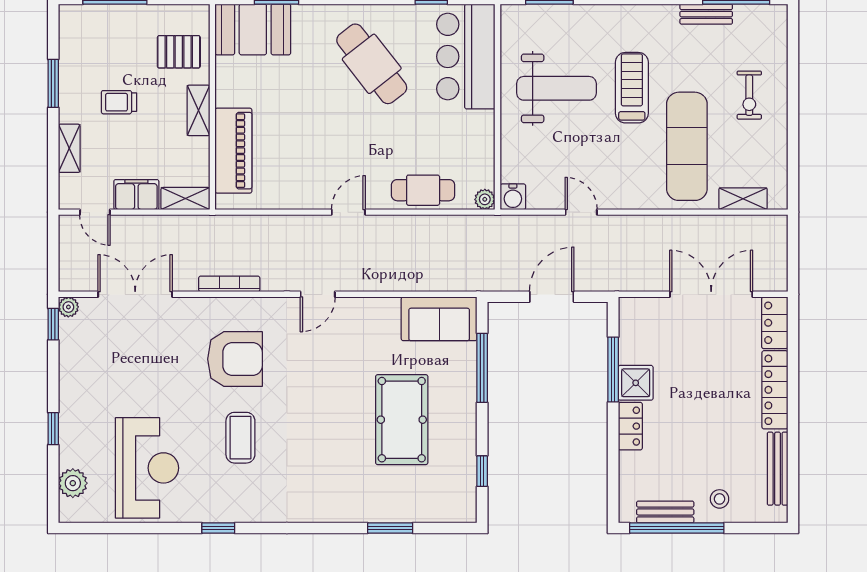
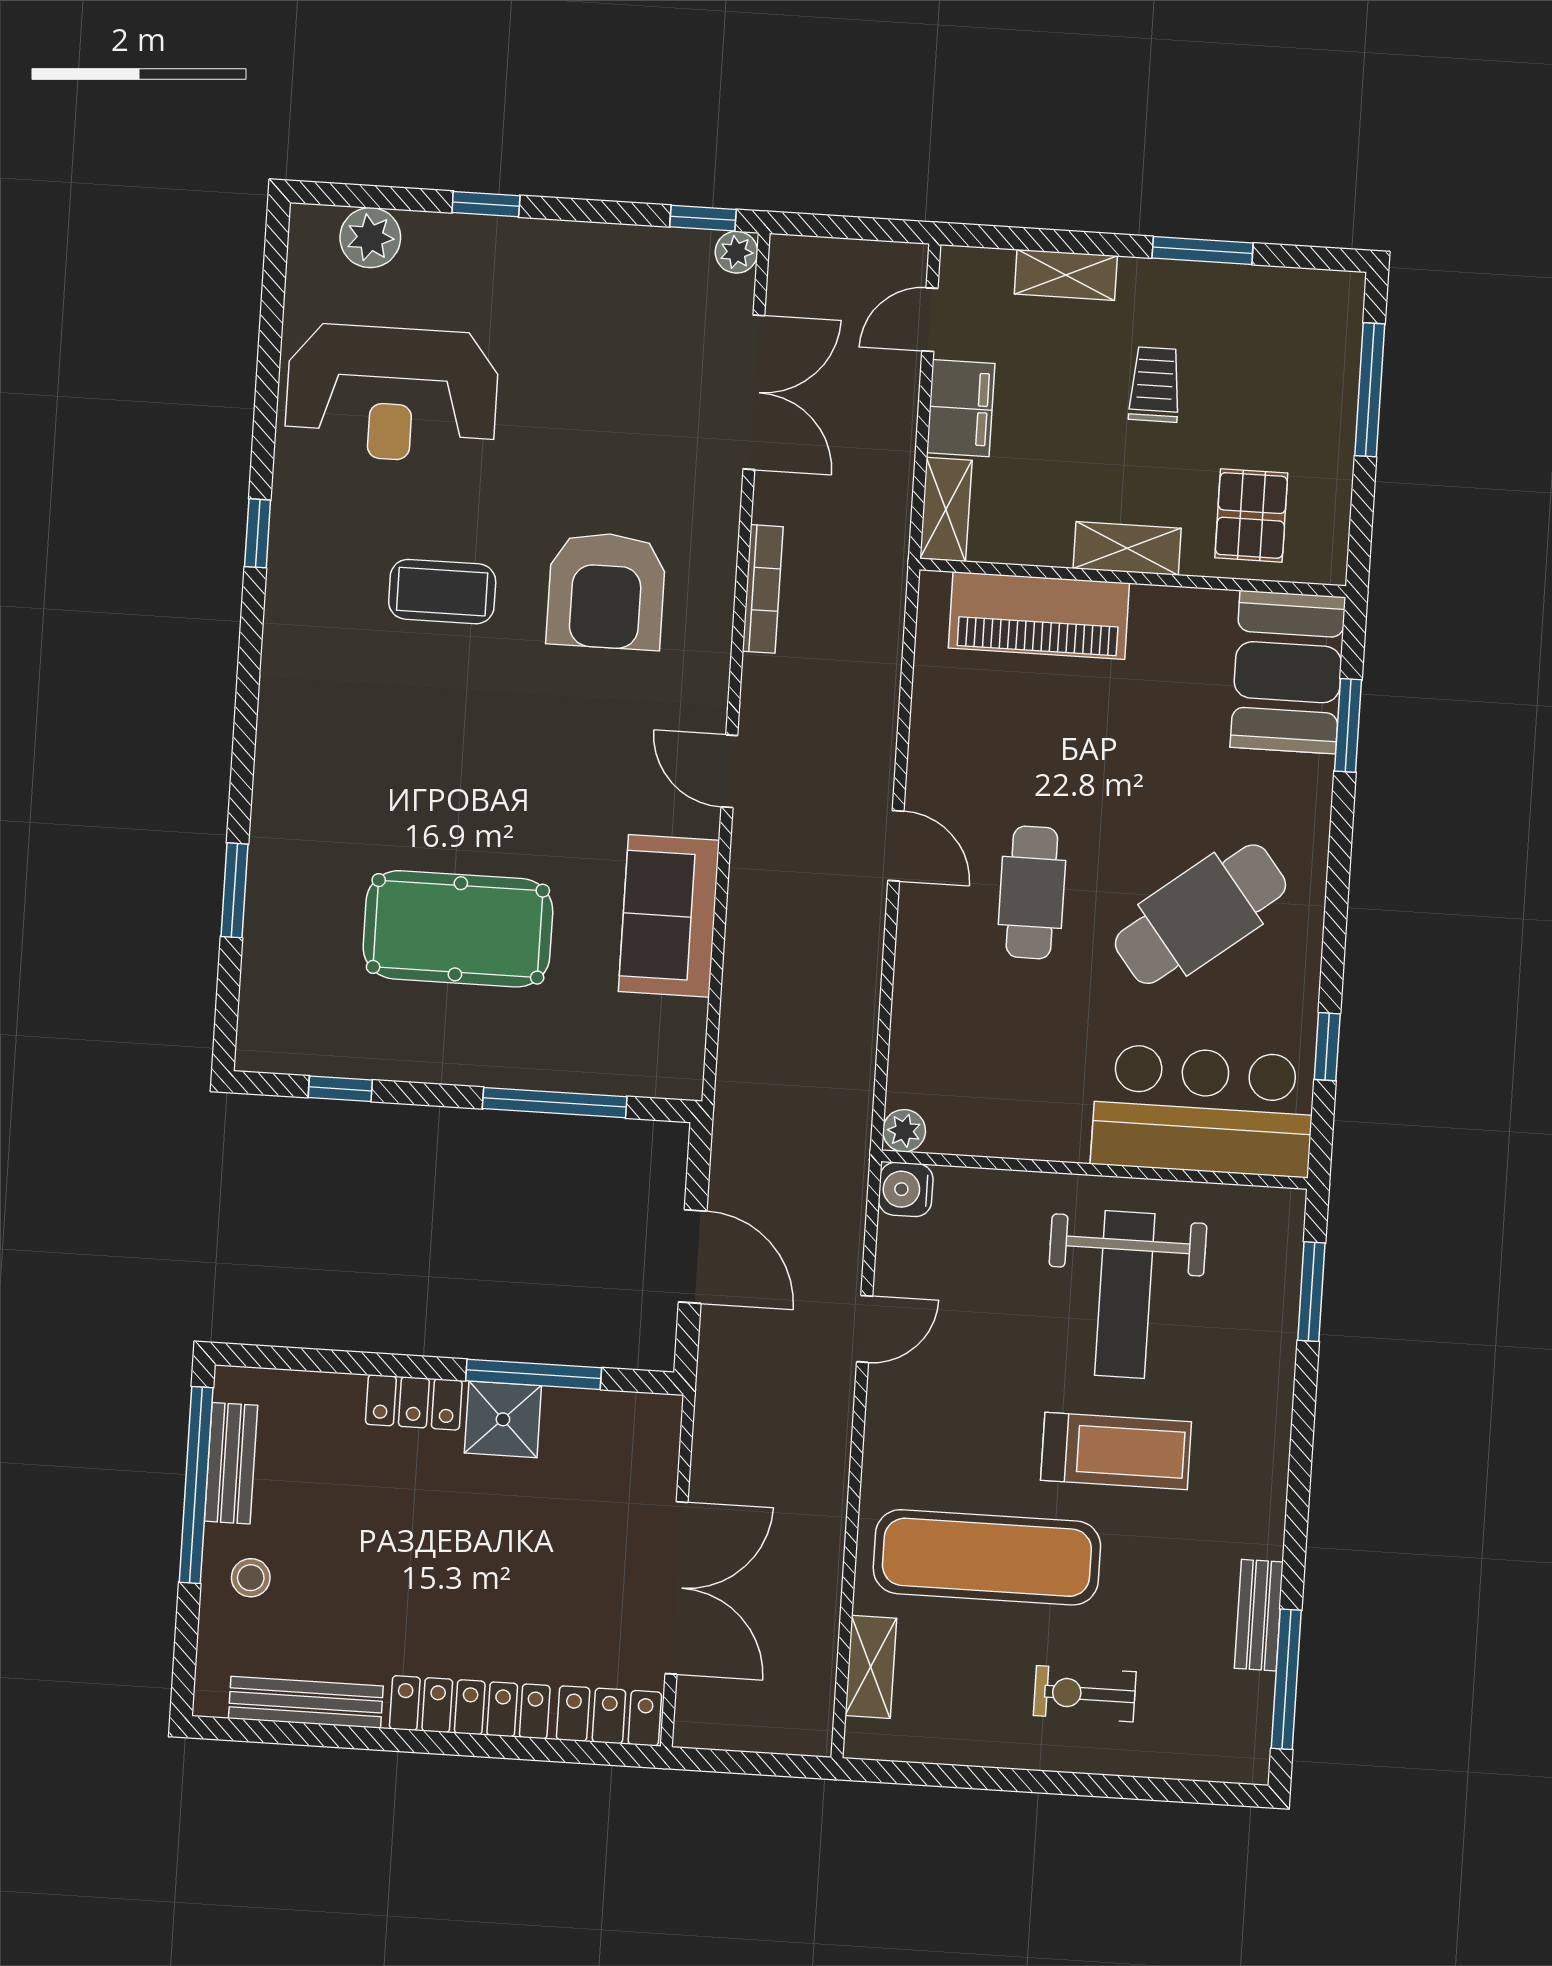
cafe table: (423, 190) -> (1032, 892), moved
sofa: (439, 319) -> (669, 916), moved

